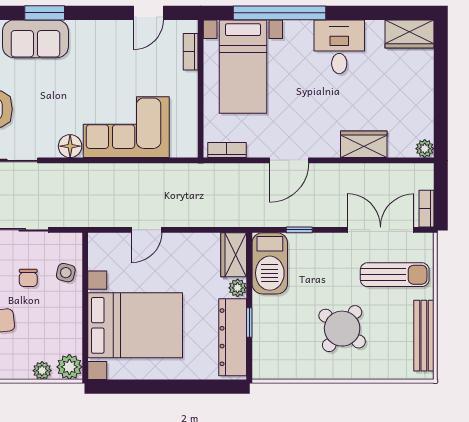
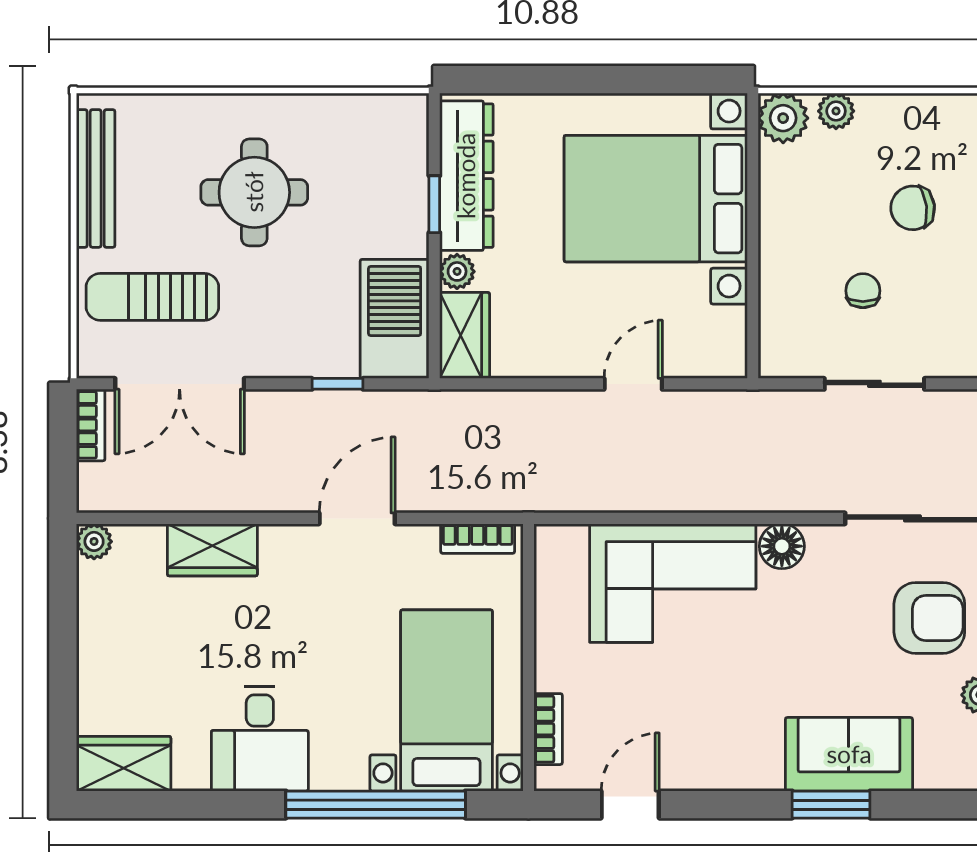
side table: (66, 273) -> (790, 301), removed
round table: (342, 329) -> (254, 192), turned -38

